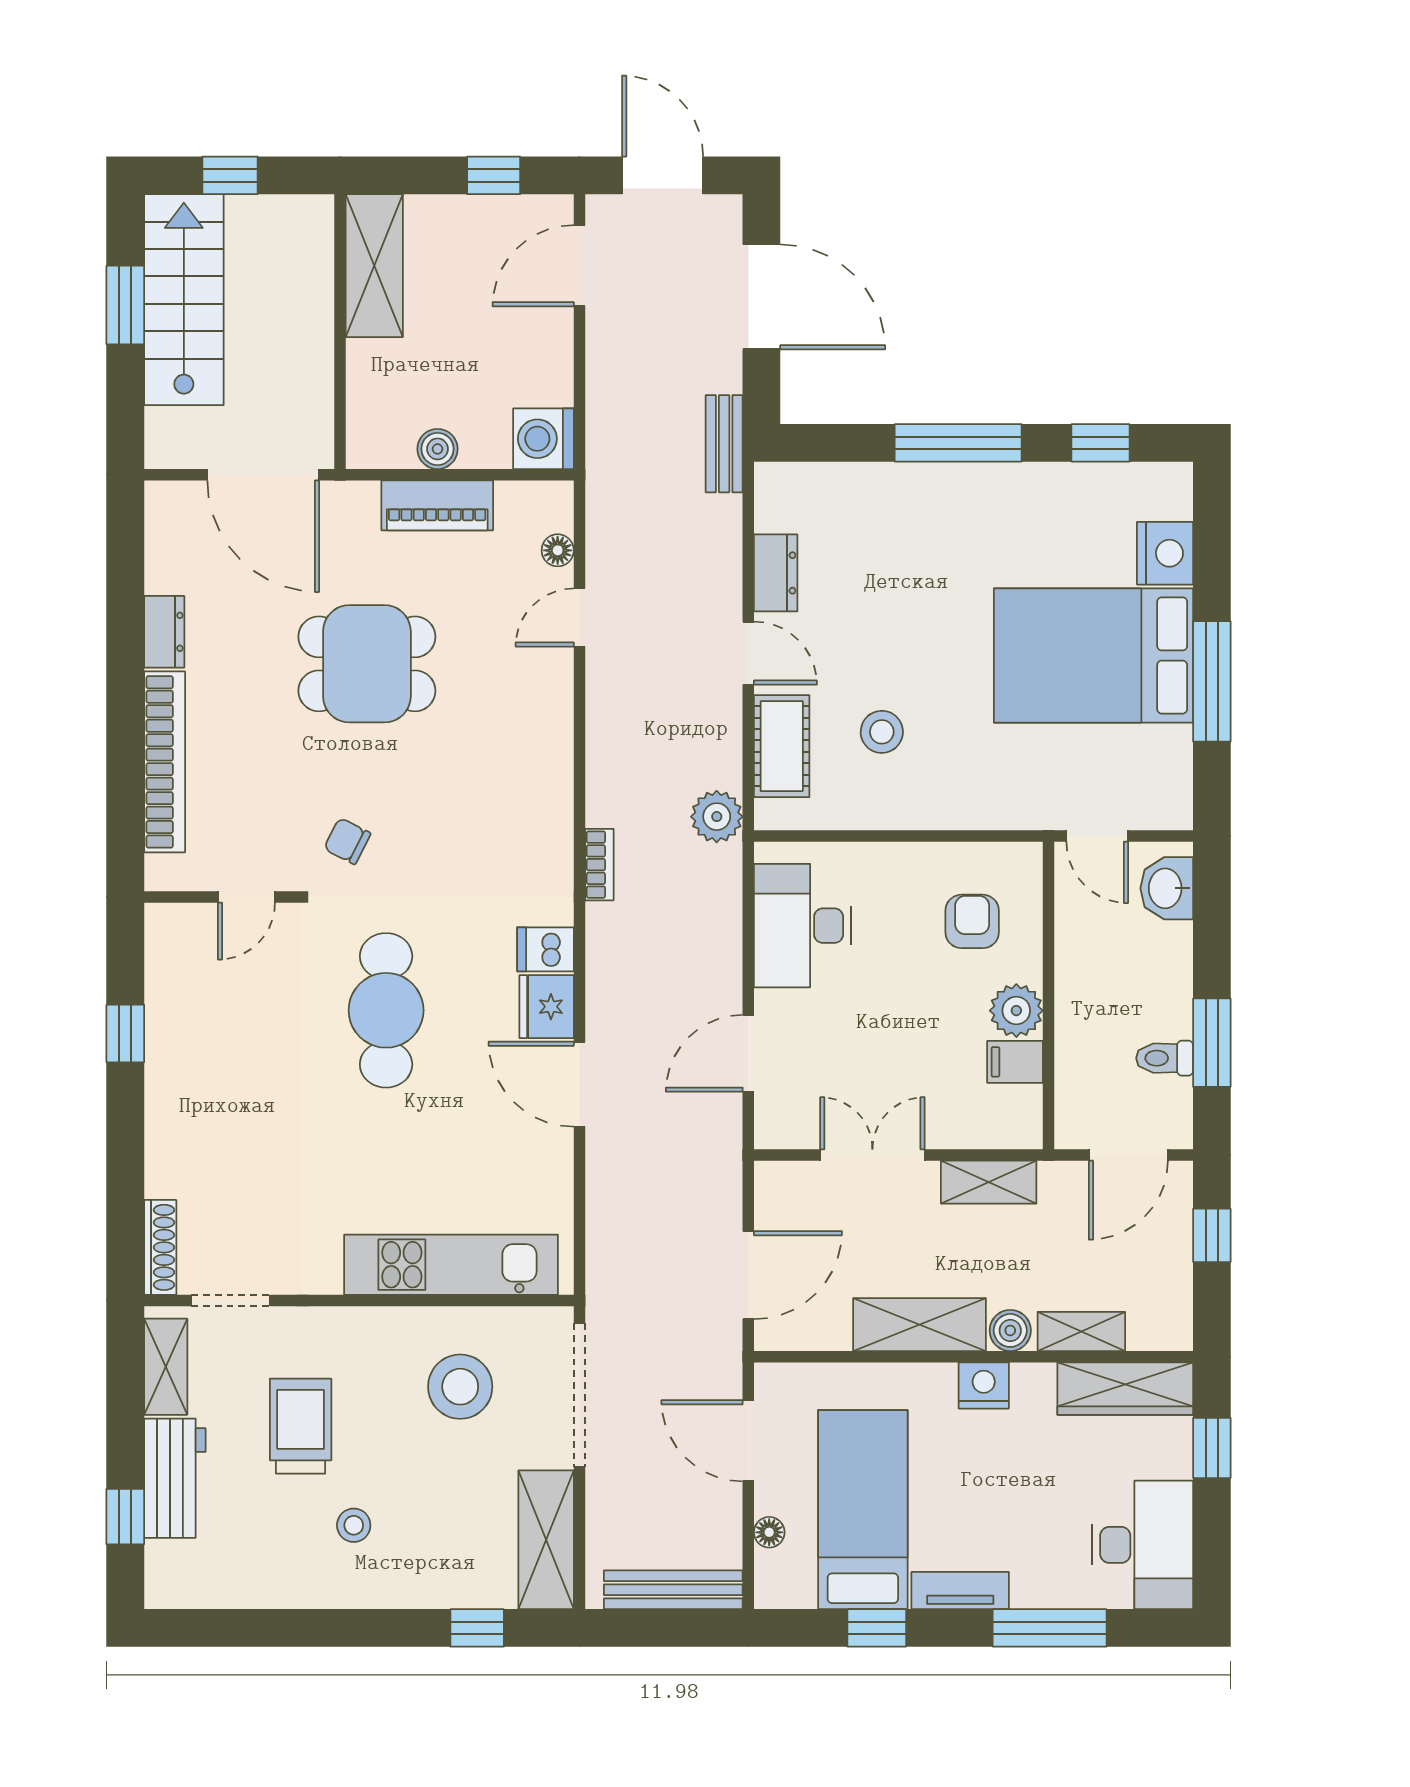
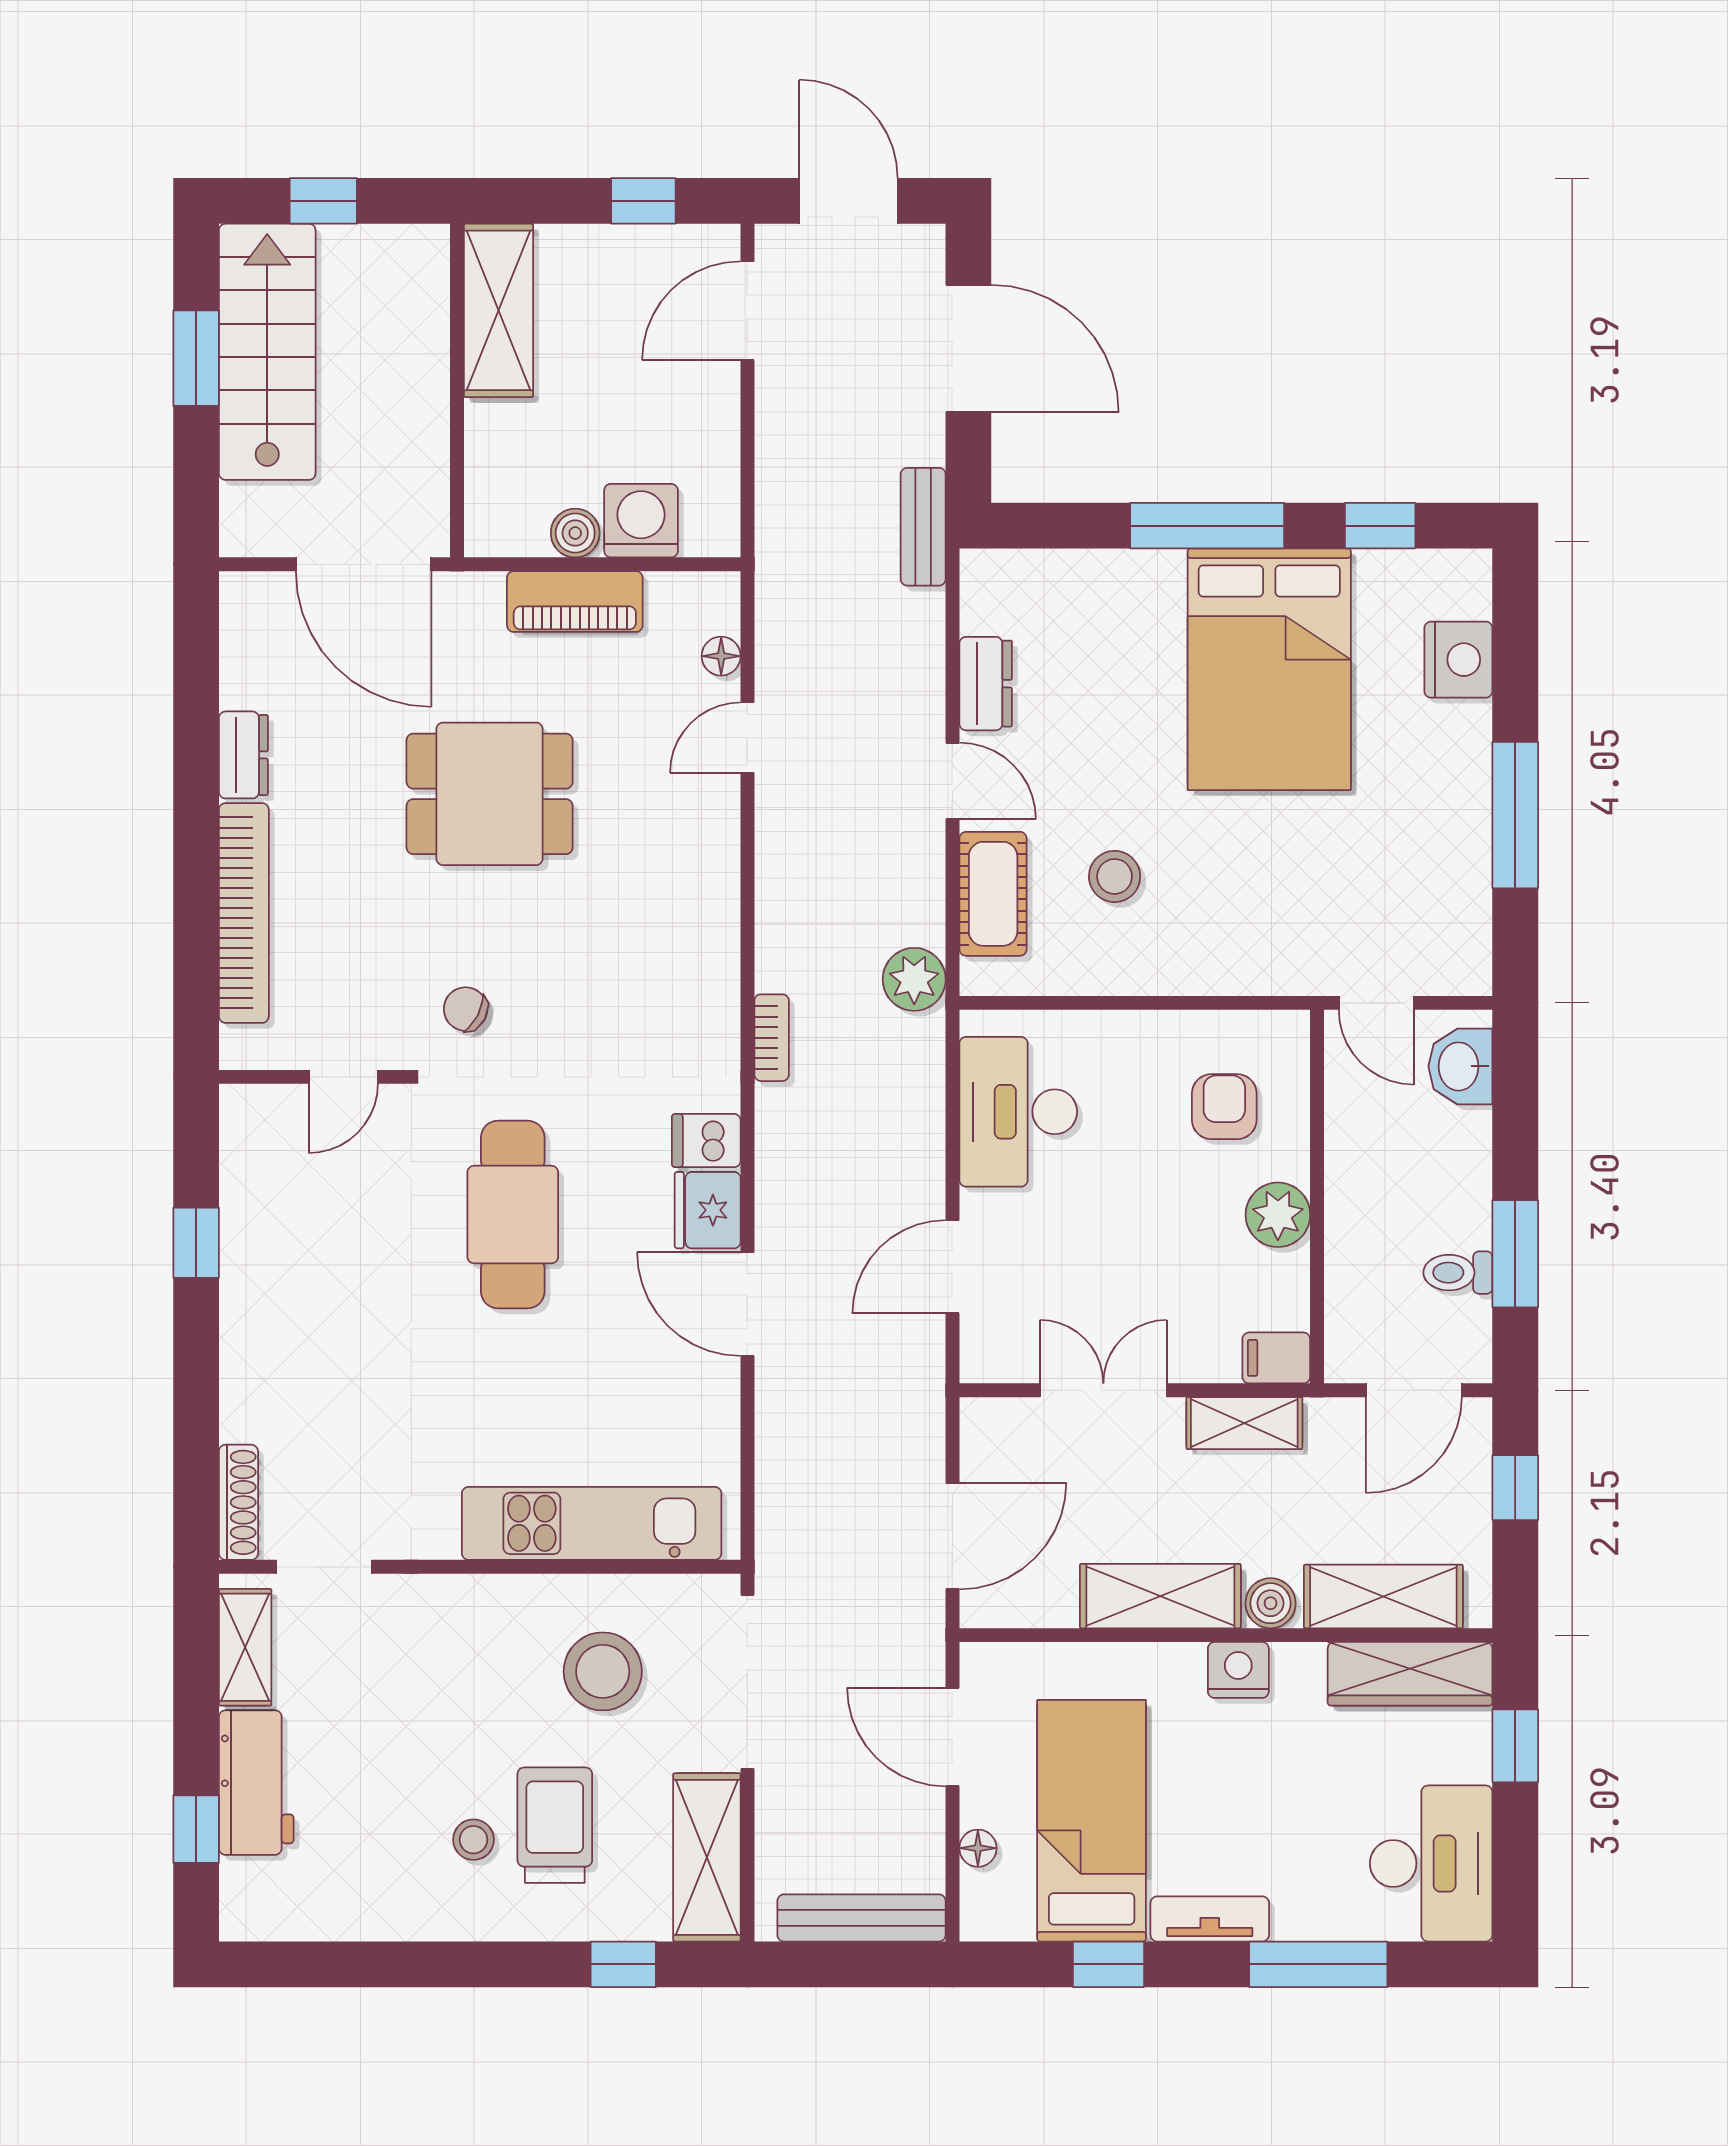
washing machine: (543, 439) -> (641, 521), moved, turned 90
bed: (1094, 655) -> (1269, 669), moved, turned -90
filing cabinet: (1015, 1062) -> (1276, 1358), moved
shelving: (1081, 1331) -> (1383, 1596), width x1.50, depth x1.33
trolley: (301, 1426) -> (555, 1825), moved

